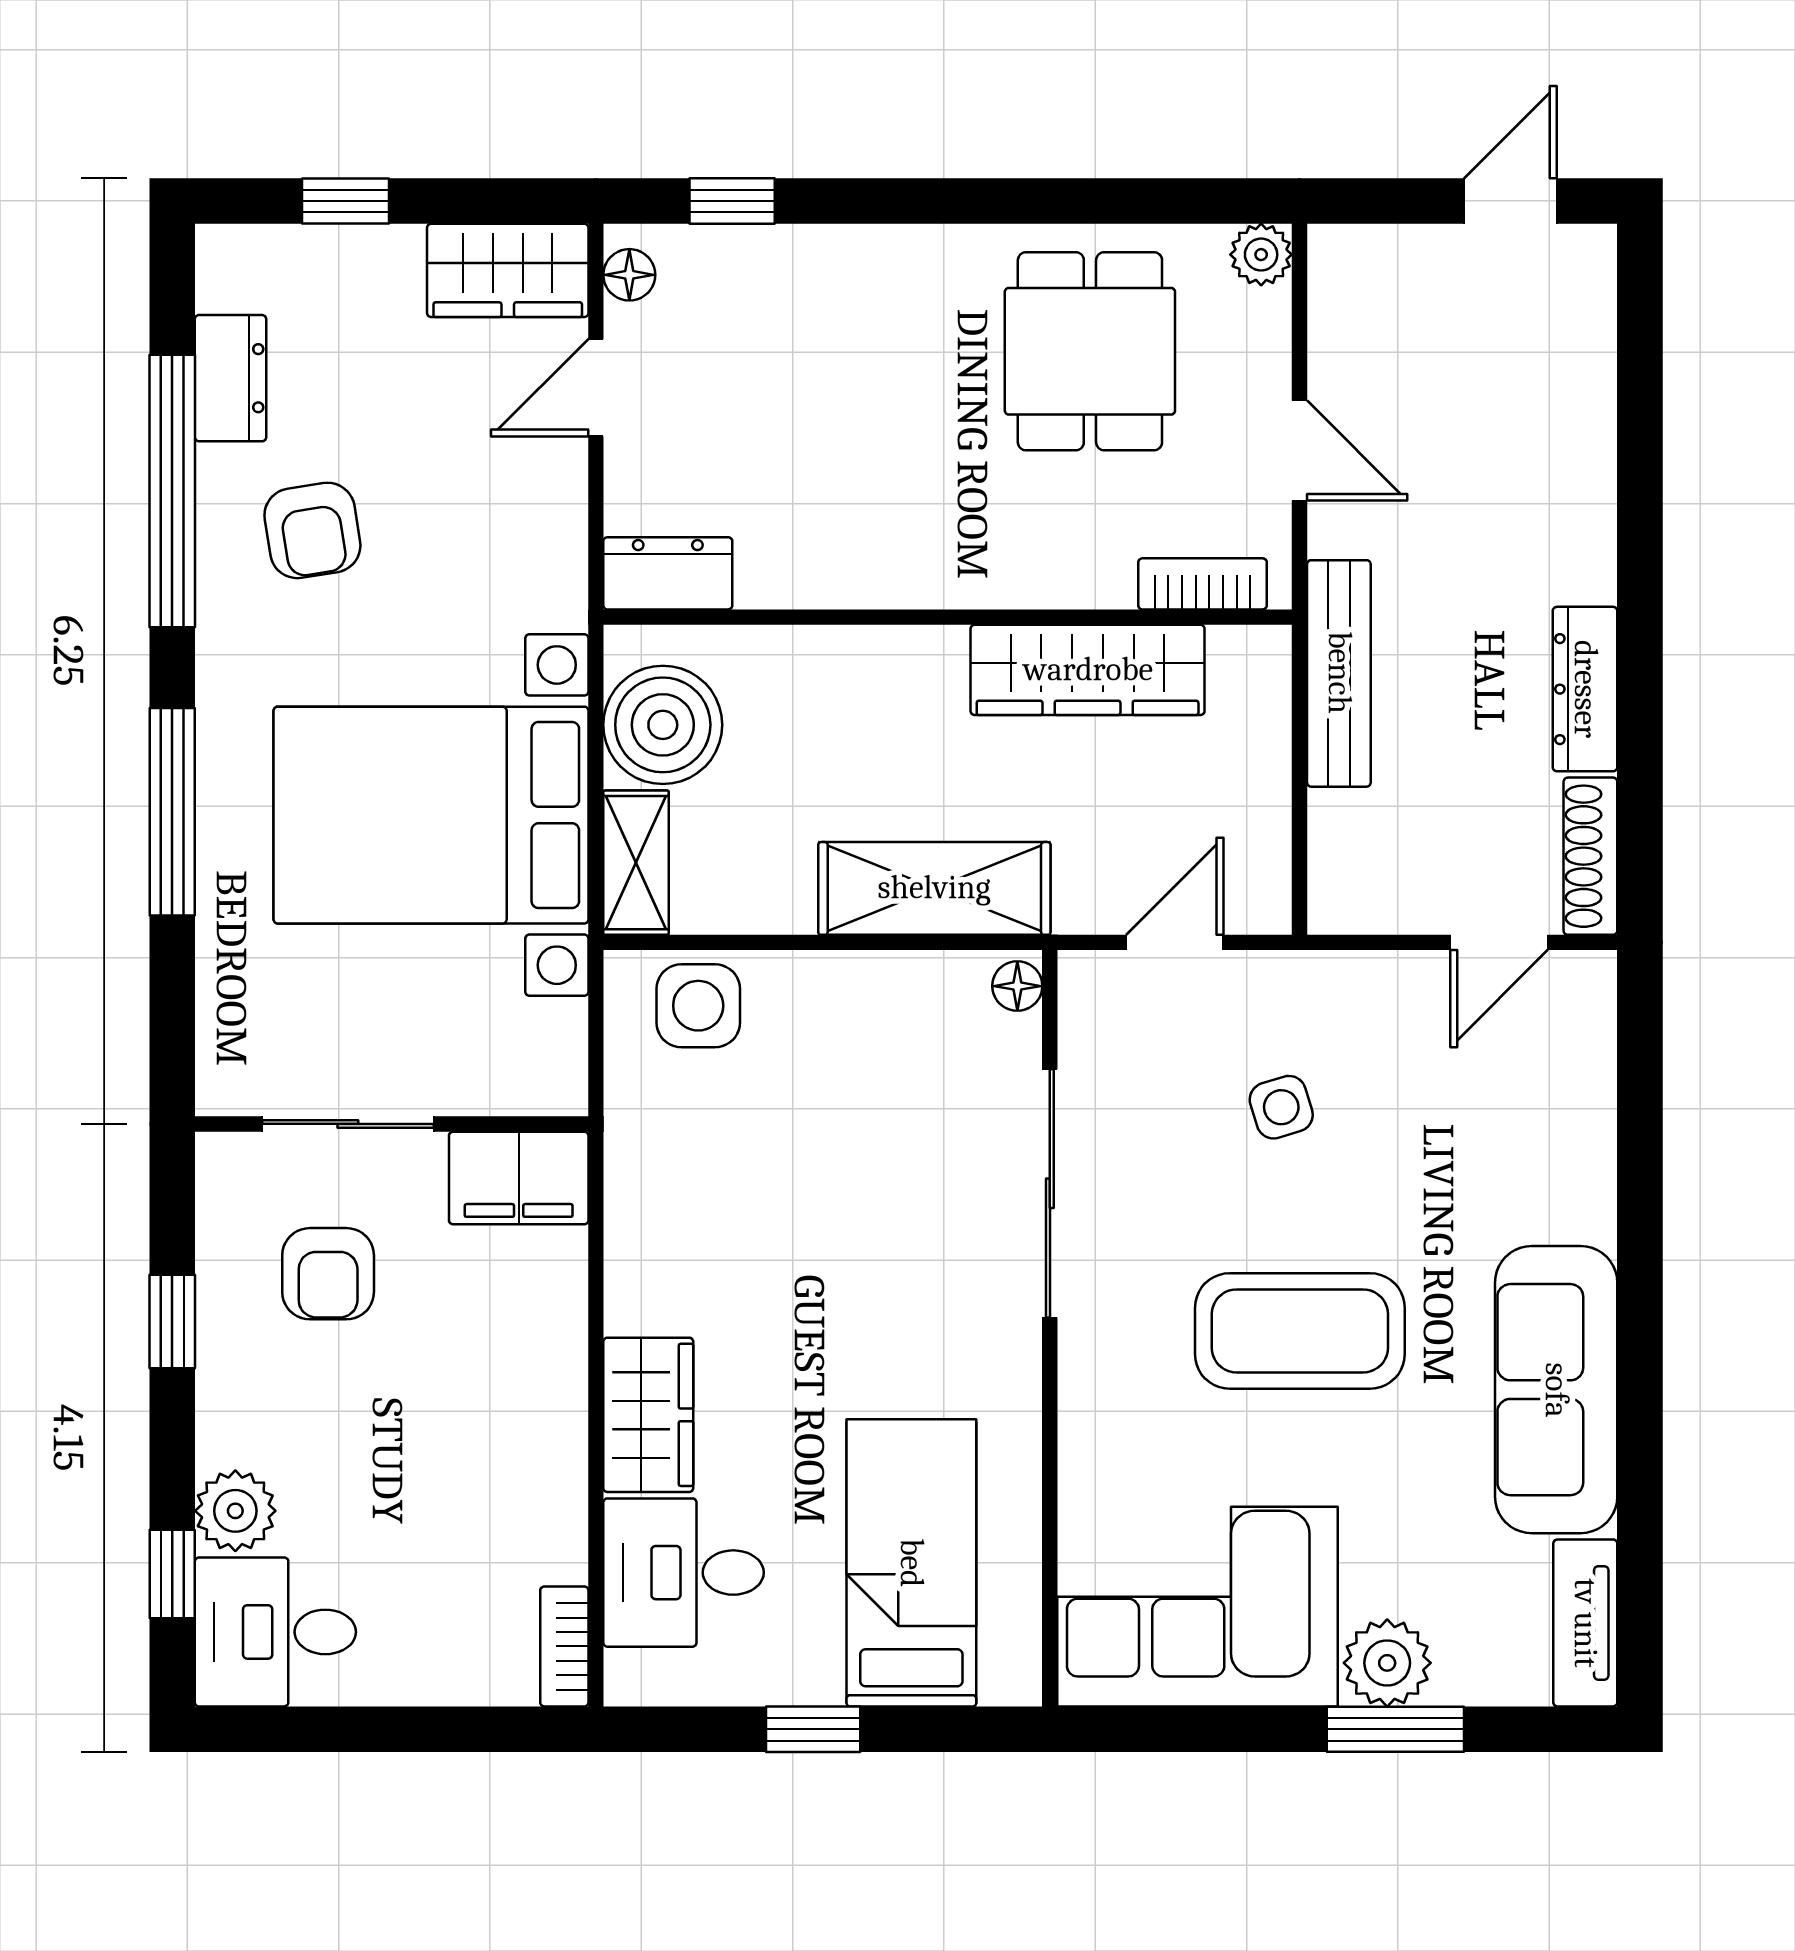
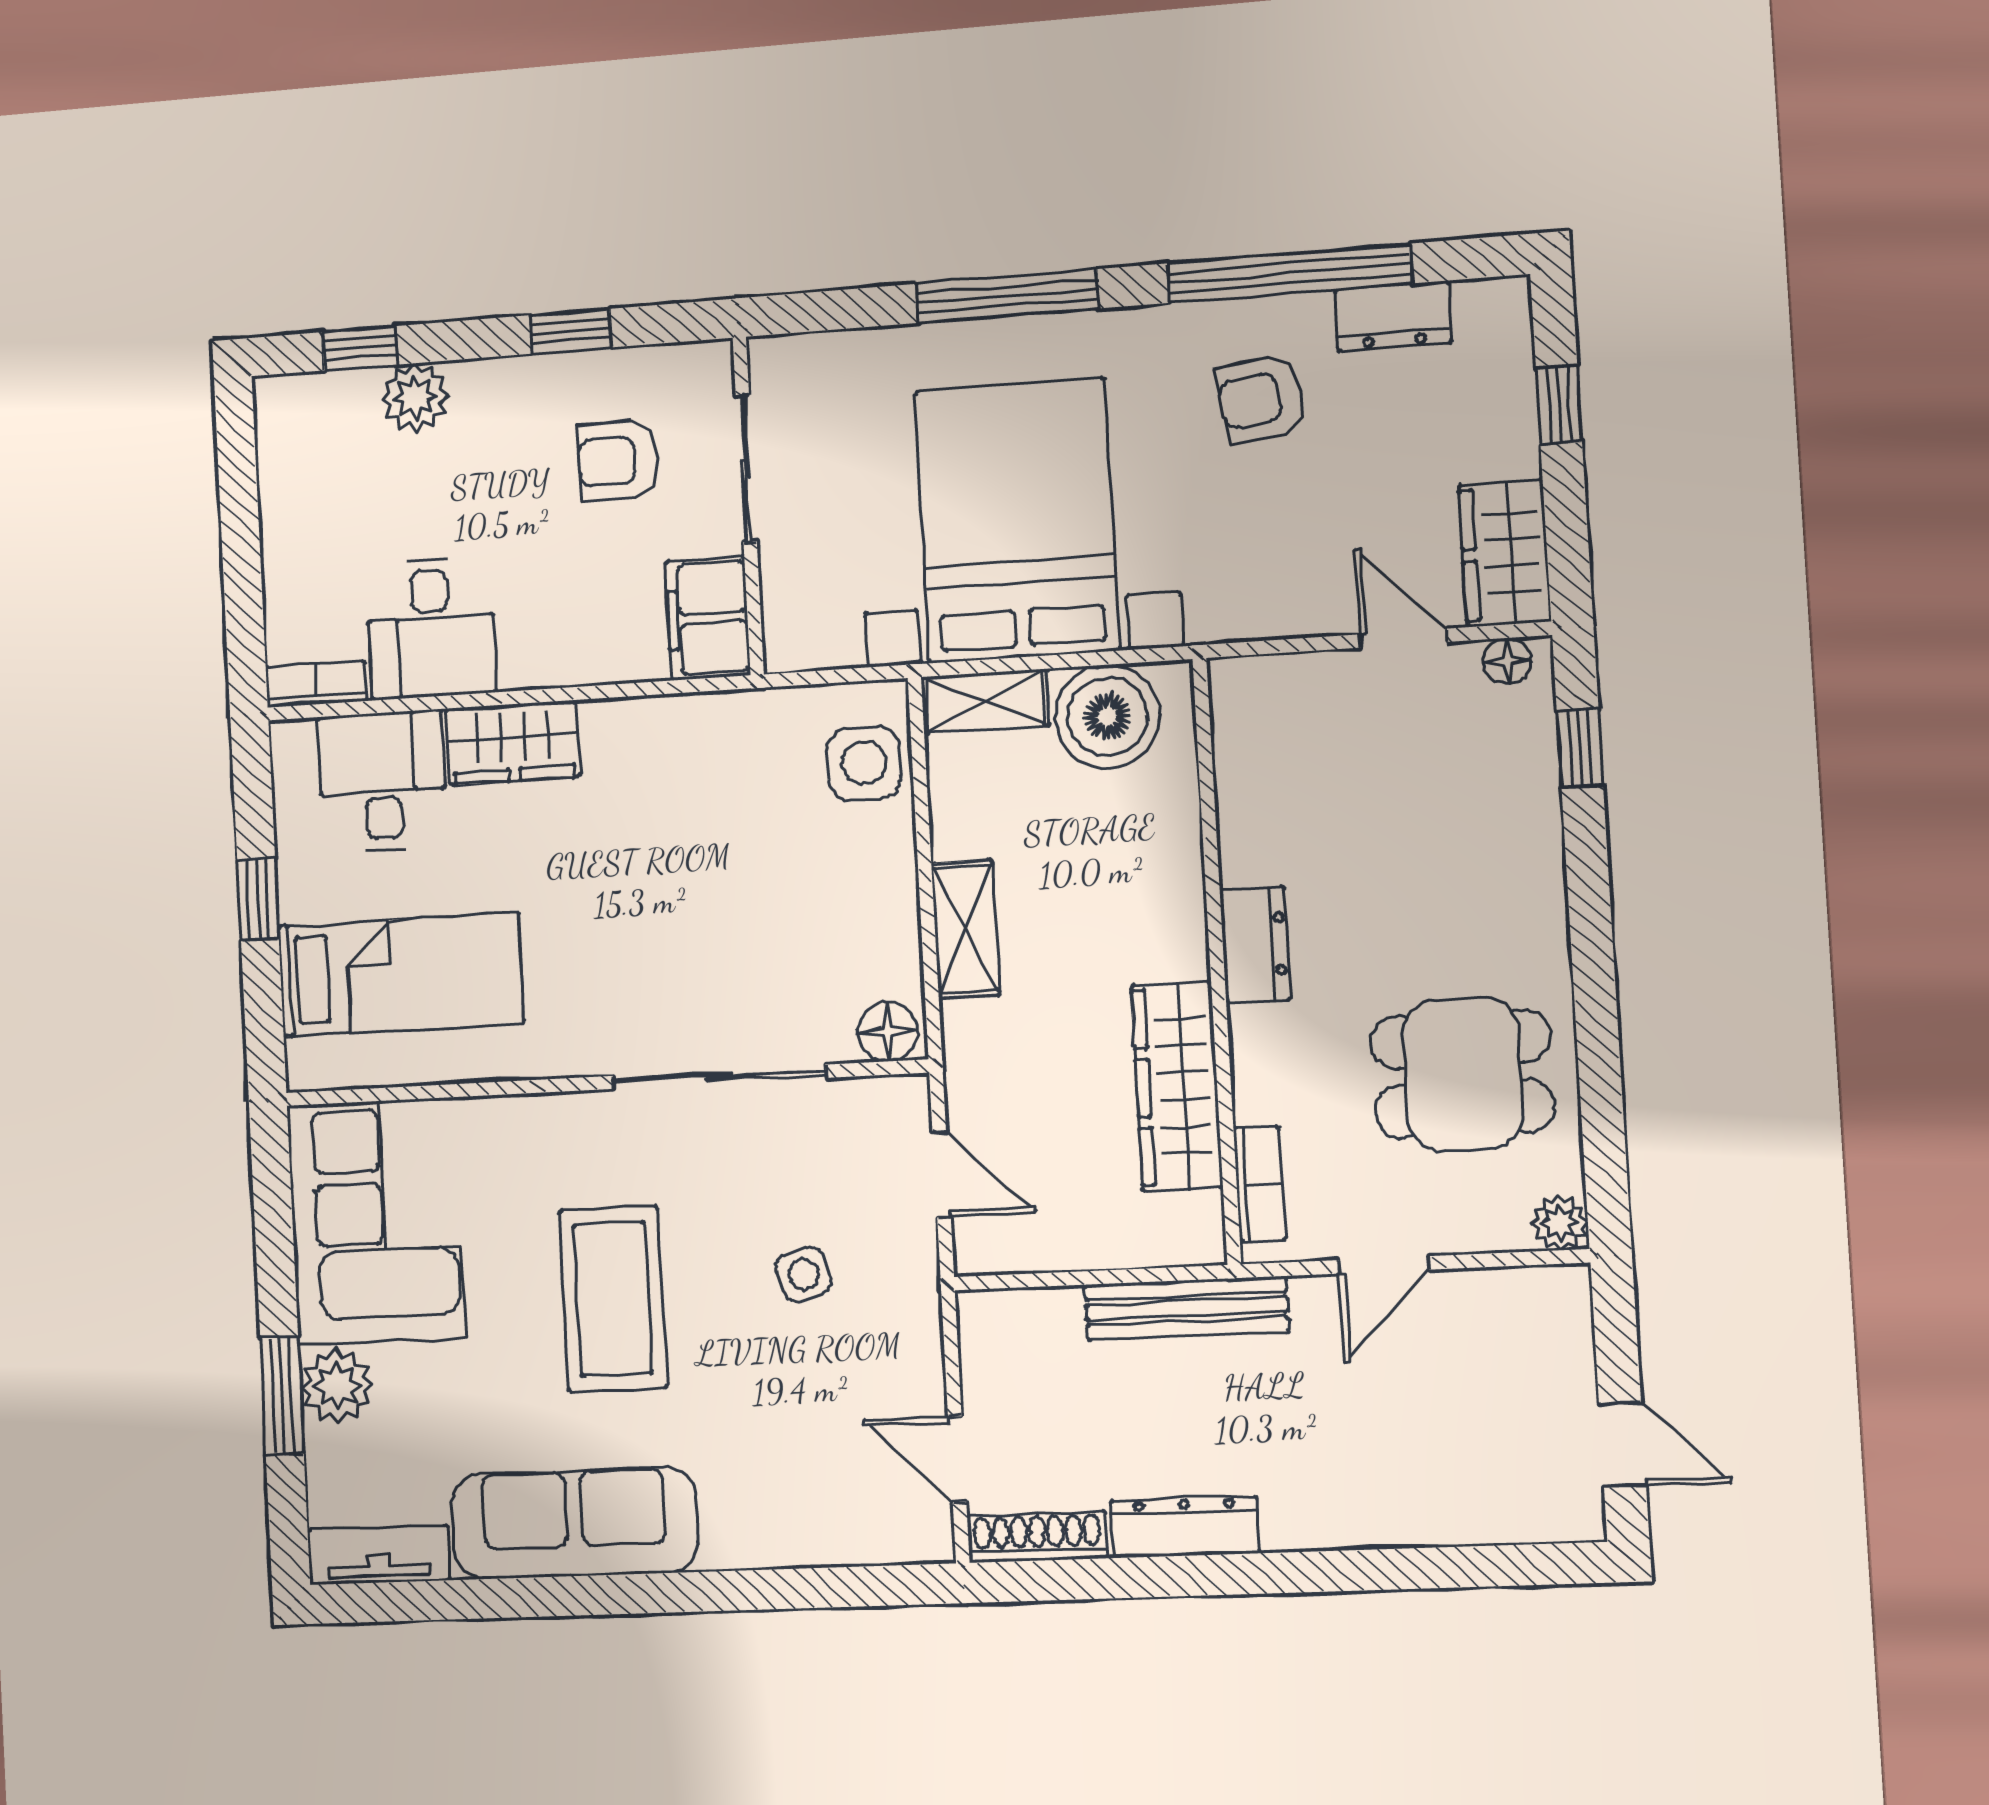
dresser: (668, 573) -> (1255, 945), moved
shelving: (934, 888) -> (965, 929), width x0.67, depth x0.75
floor lamp: (1017, 986) -> (888, 1032), width x1.37, depth x1.37
desk: (275, 1632) -> (431, 628), moved, turned 180

